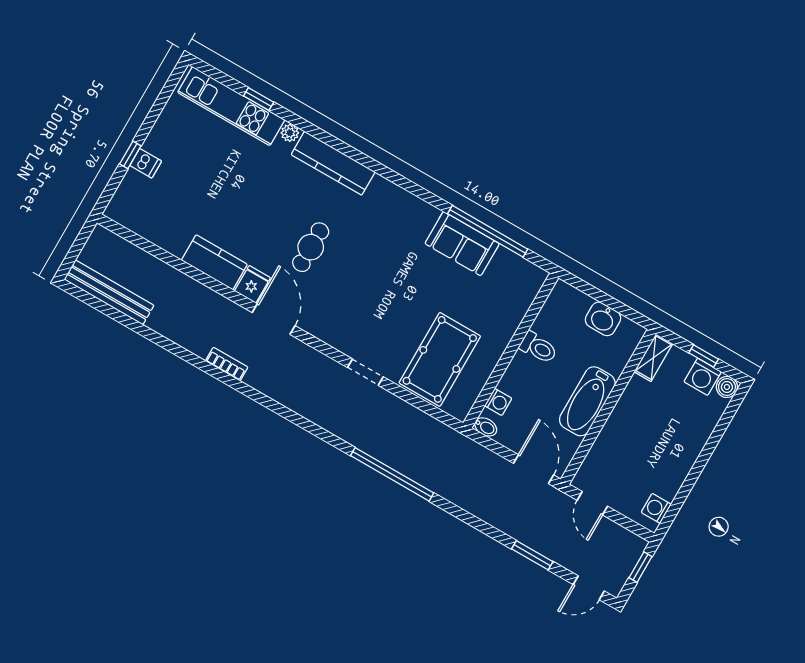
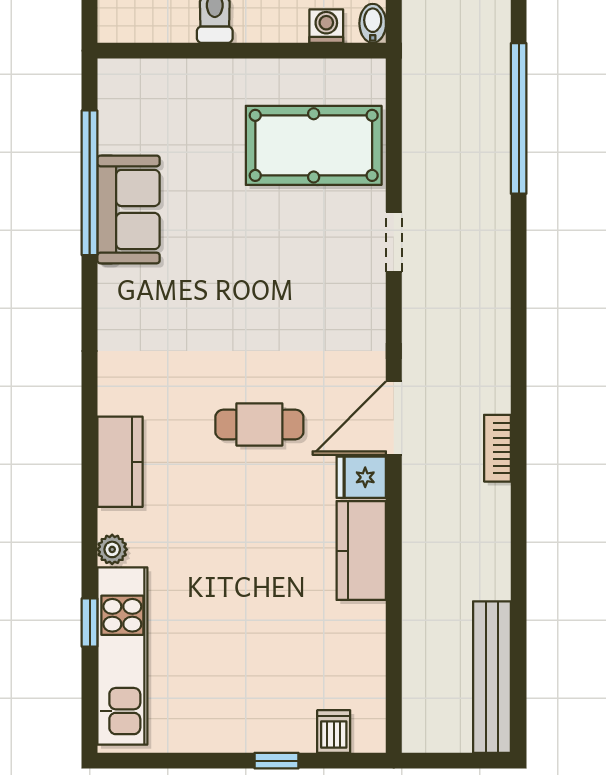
dishwasher: (146, 163) -> (334, 731), moved
kitchen counter: (333, 163) -> (120, 462), width x0.67

